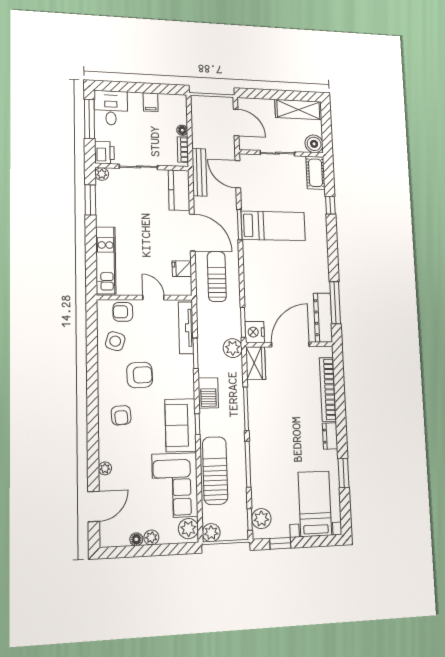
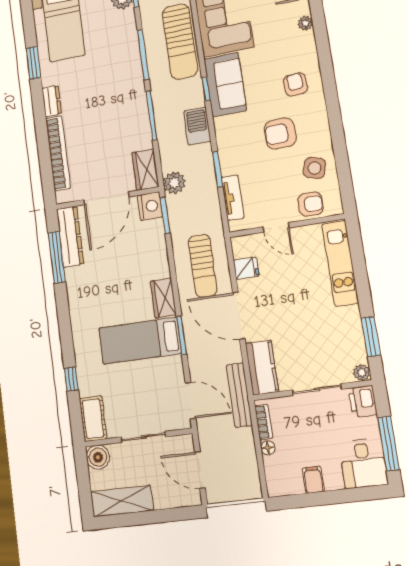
wardrobe: (251, 256) -> (163, 298), added
tv unit: (186, 328) -> (233, 198), width x0.71

